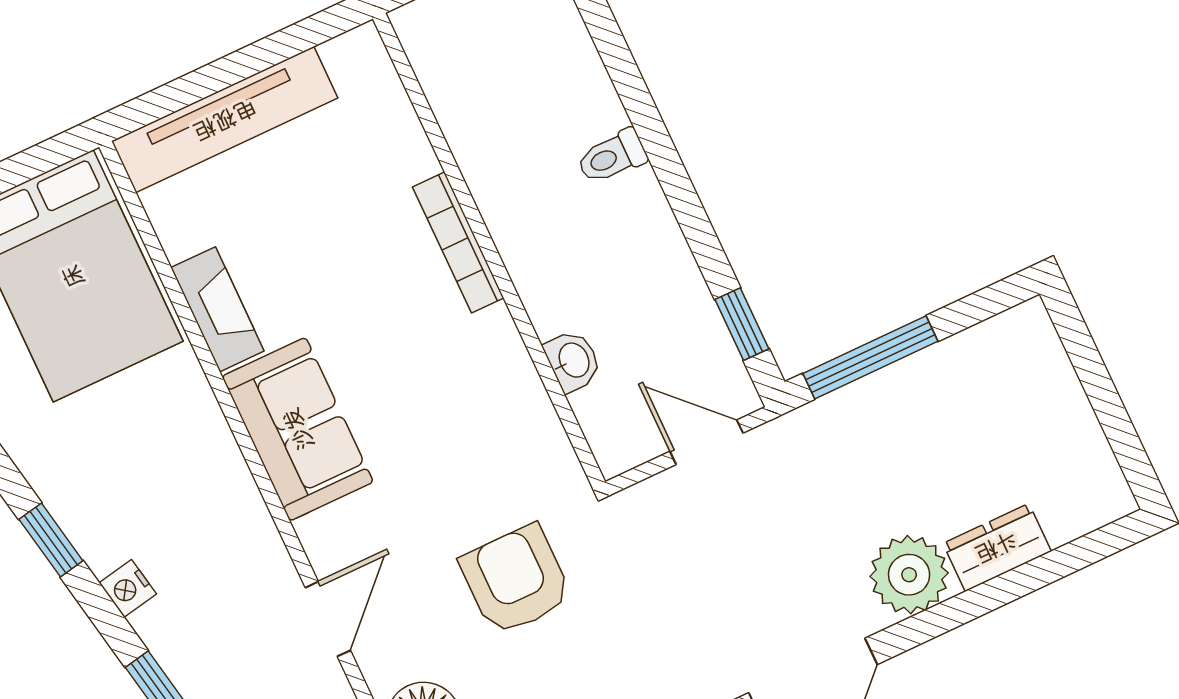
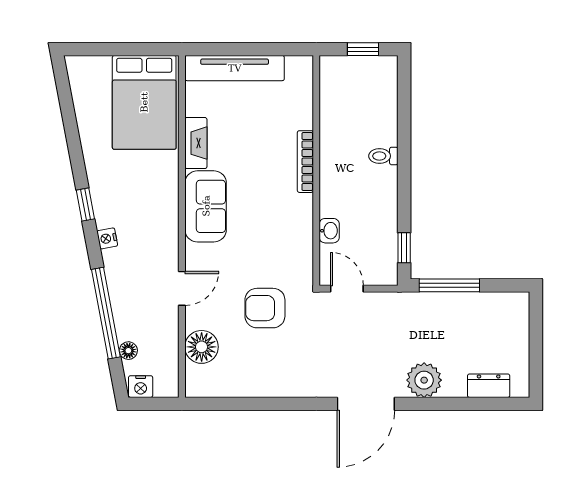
door: (707, 442) -> (347, 289), moved
dresser: (997, 547) -> (489, 386), moved
armchair: (516, 580) -> (265, 308), turned -90

